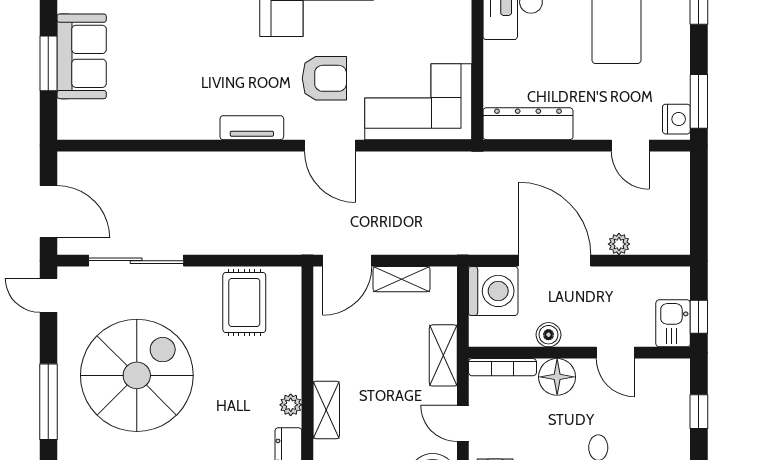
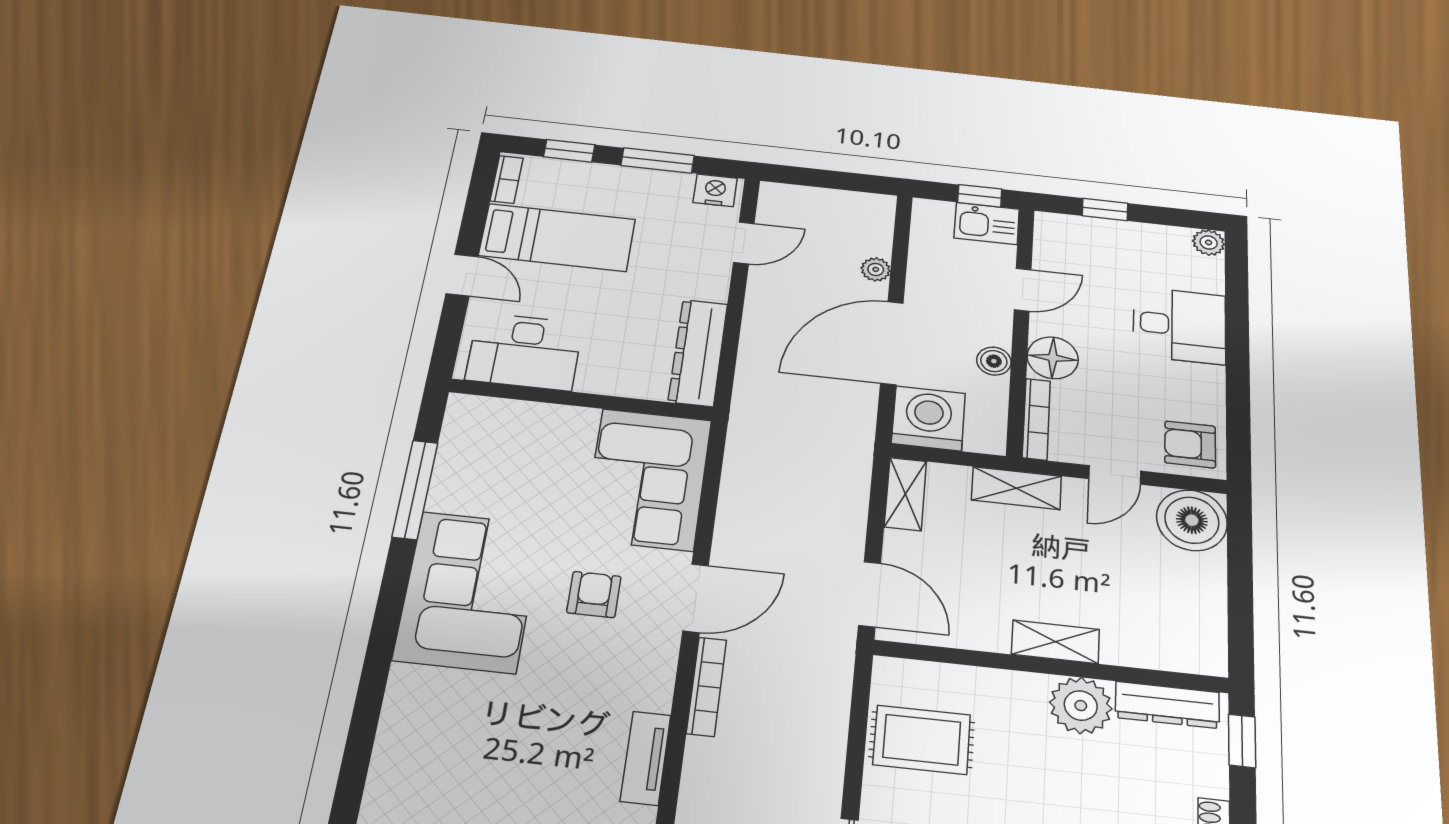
armchair: (324, 78) -> (594, 594), width x0.72, depth x0.72
window: (699, 101) -> (658, 160), moved
tv unit: (252, 128) -> (646, 758), moved
bookcase: (266, 160) -> (707, 686), added
shelving: (402, 279) -> (905, 494), moved
plant: (291, 405) -> (1081, 706), width x1.88, depth x1.88
shelving: (326, 410) -> (1055, 642), moved

